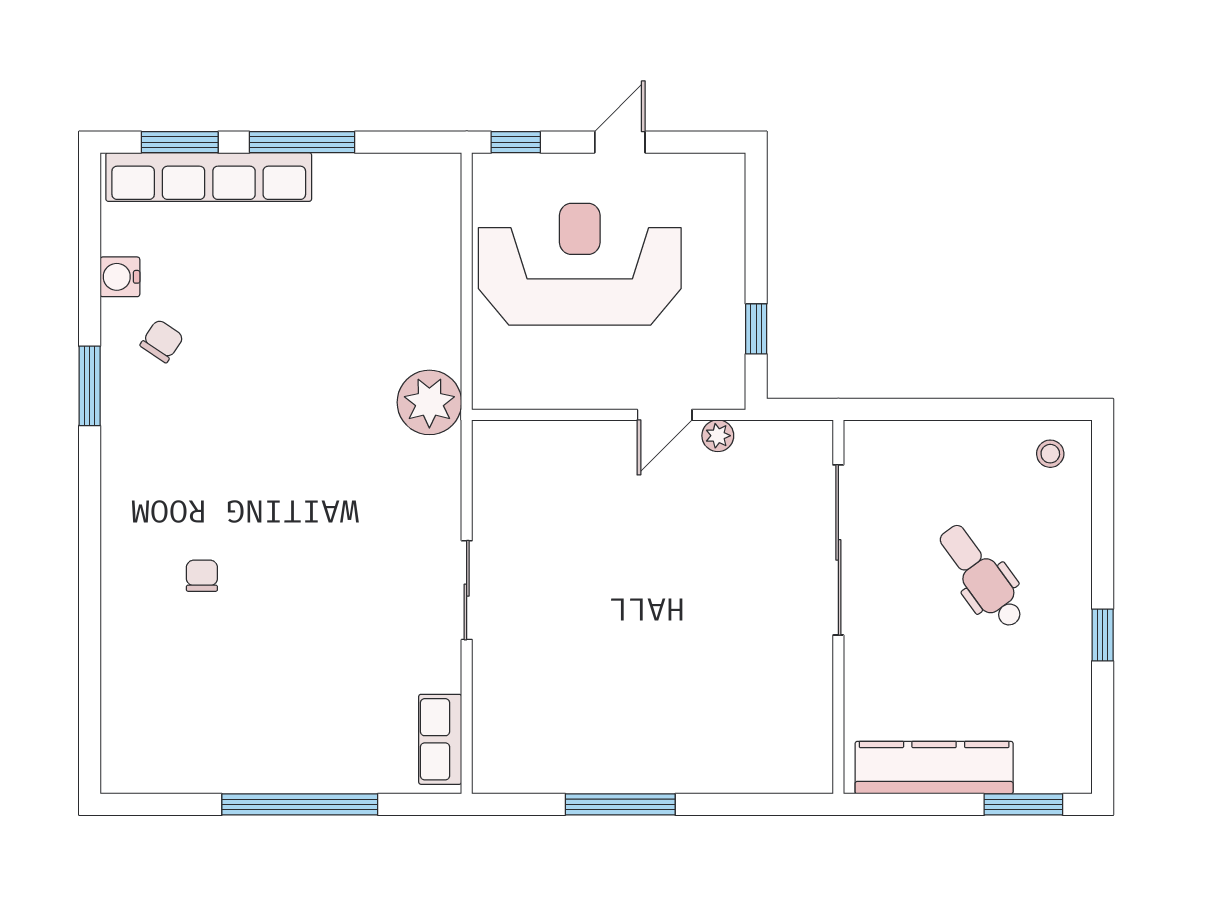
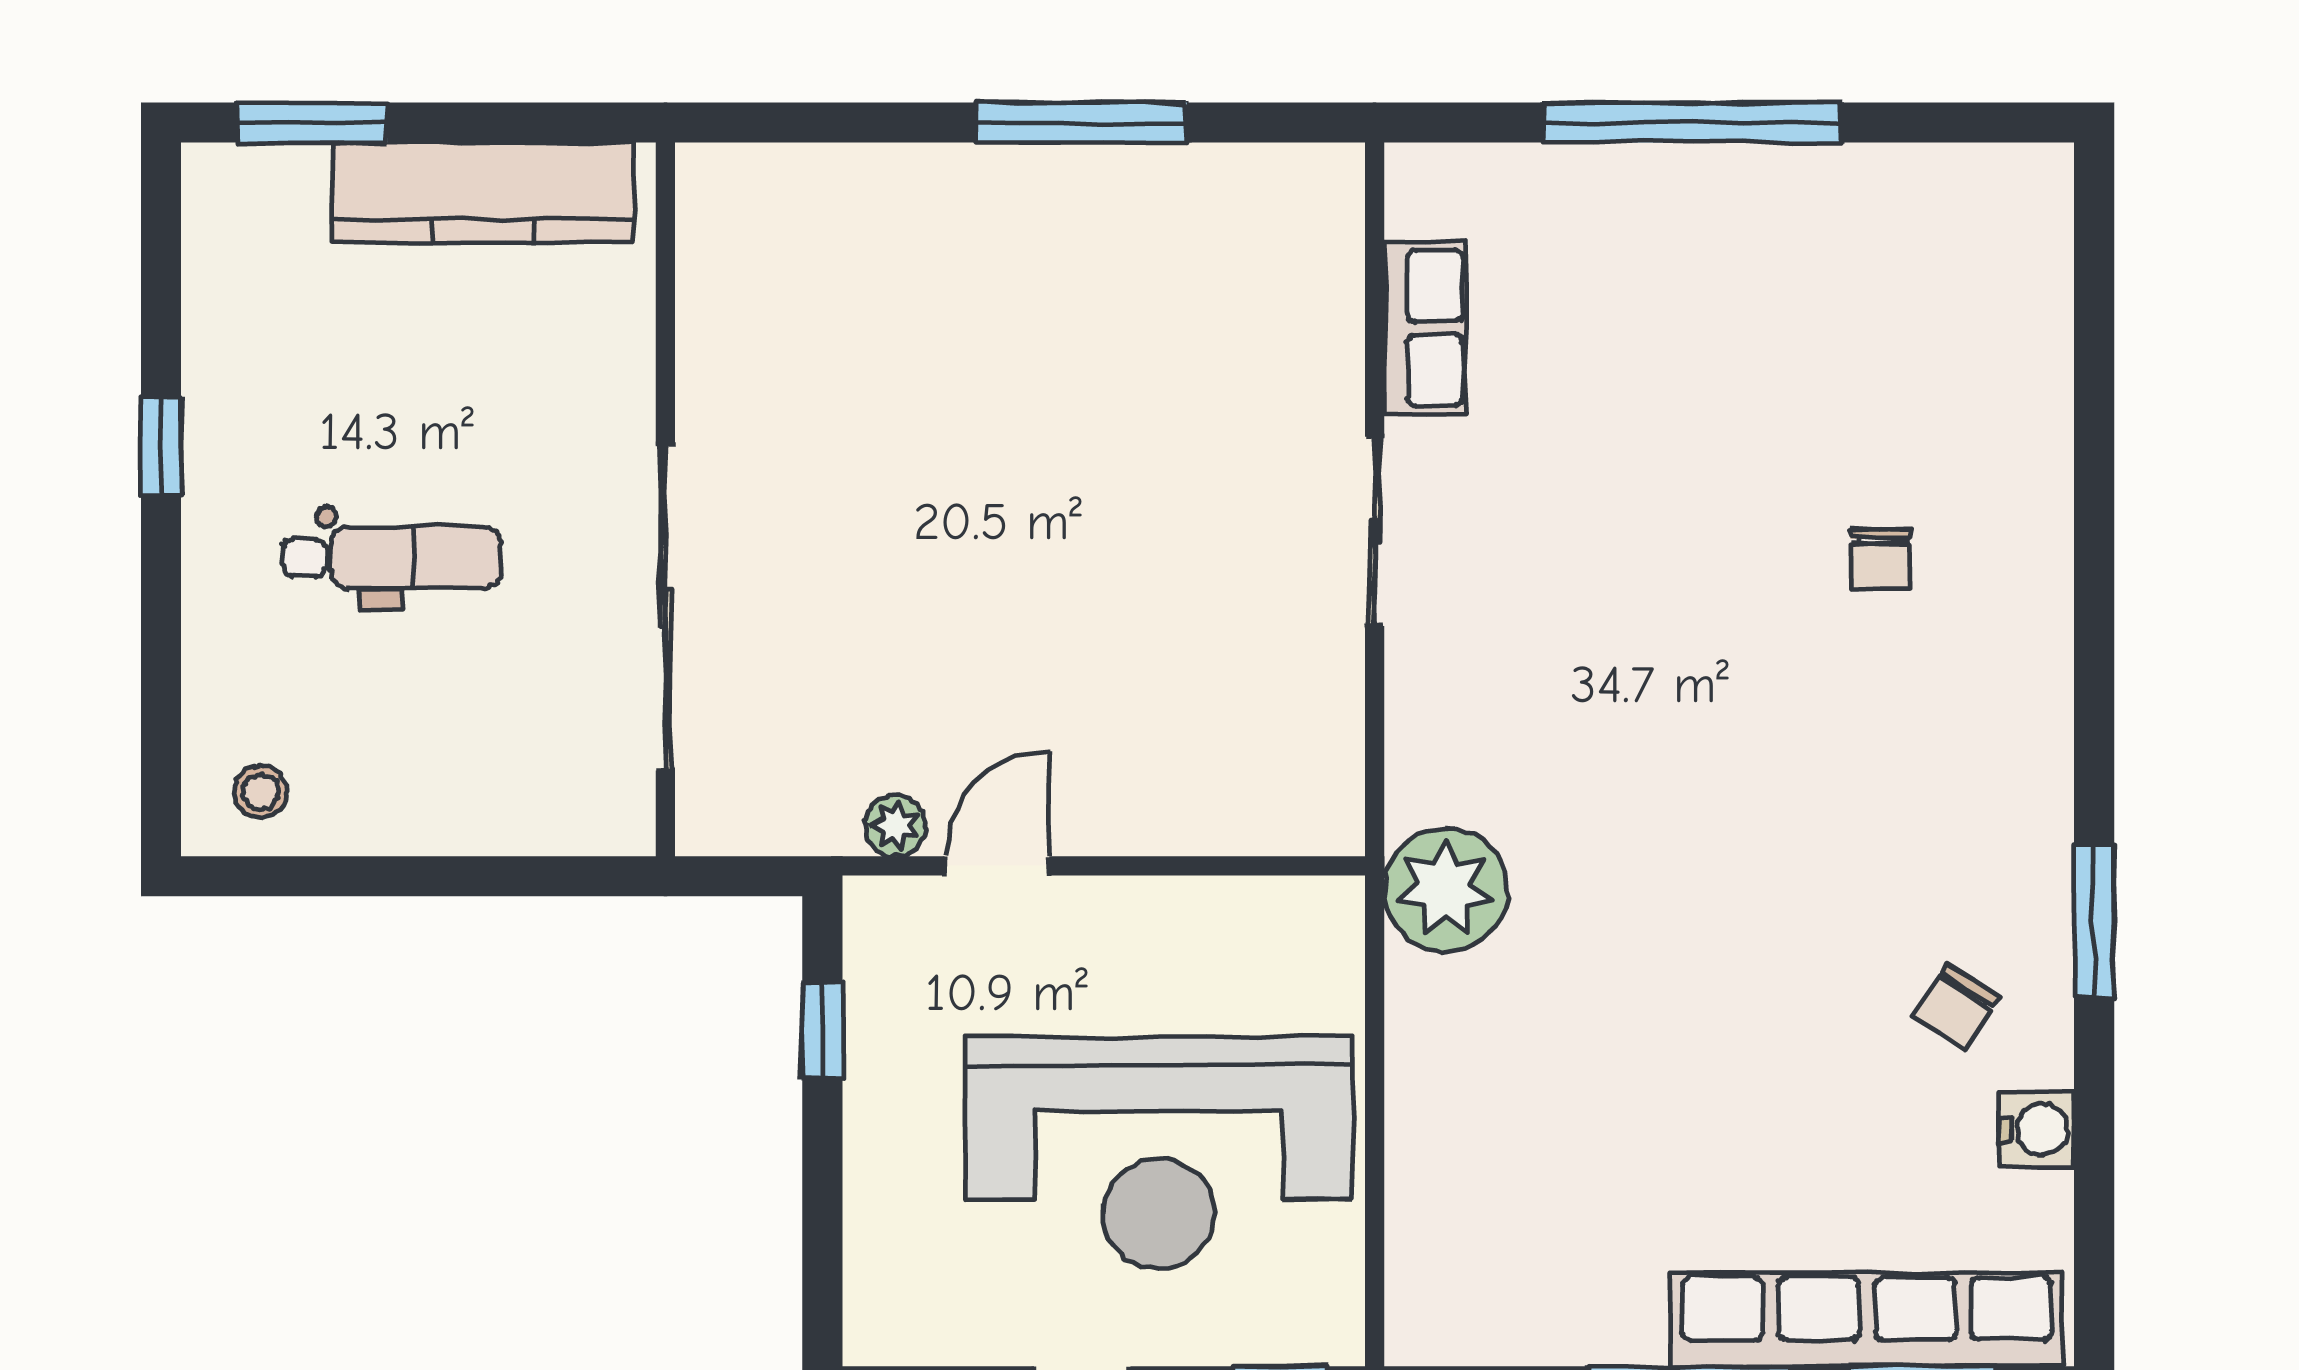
dental chair: (982, 576) -> (392, 557), turned -54
row of seats: (440, 739) -> (1425, 328), moved

